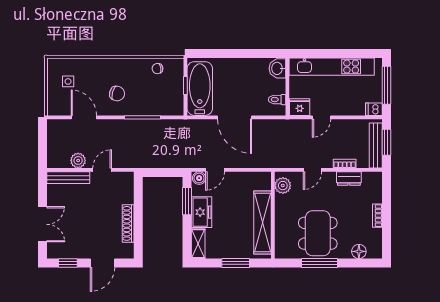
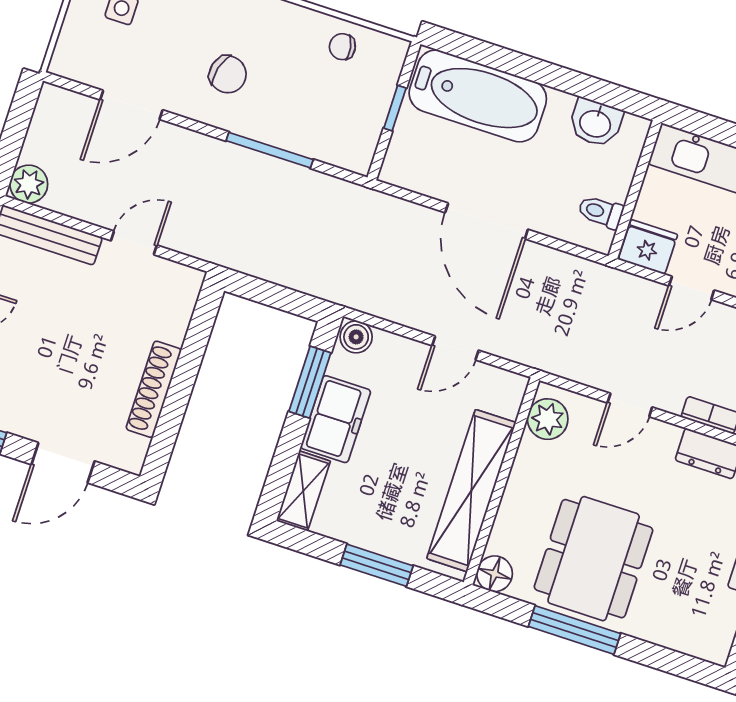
washbasin: (277, 68) -> (595, 123), moved, turned -90
bathtub: (200, 89) -> (478, 96), moved, turned 90
door: (84, 117) -> (131, 105), swing flipped
plant: (78, 160) -> (29, 184), moved
door: (215, 170) -> (455, 348), moved
floor lamp: (359, 251) -> (495, 574), moved

